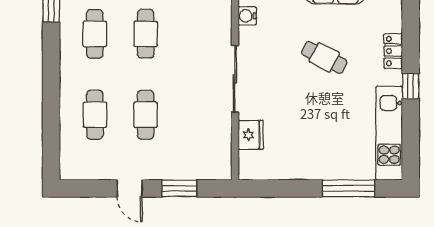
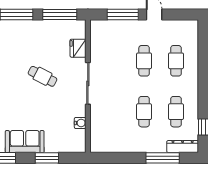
cafe table: (324, 57) -> (43, 76), moved
window: (179, 188) -> (123, 15), width x1.44
window: (280, 188) -> (60, 15), added

